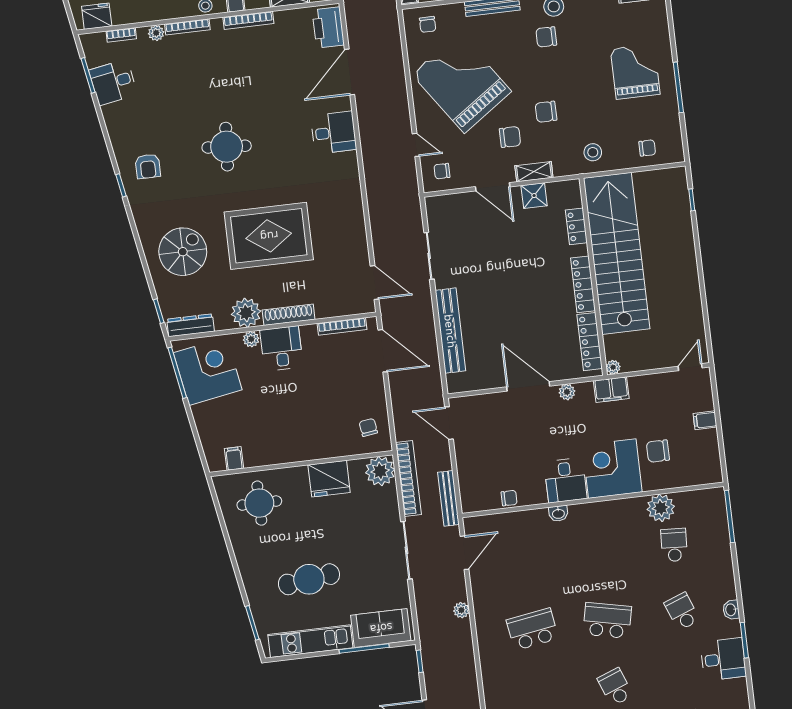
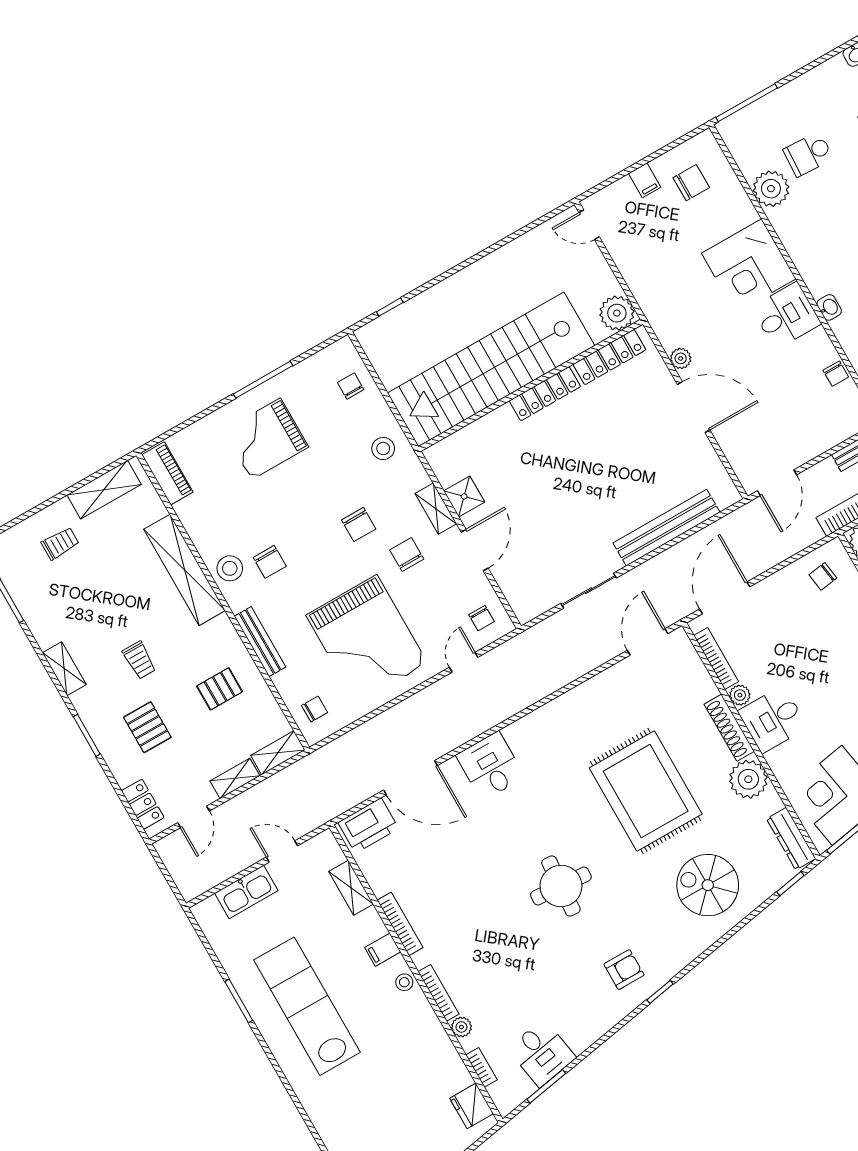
grand piano: (462, 83) -> (367, 639), turned -55
locker: (576, 226) -> (479, 431), removed
plant: (251, 339) -> (740, 695), moved
plant: (613, 367) -> (617, 313), width x1.88, depth x1.88
door: (528, 386) -> (694, 407), swing flipped
filing cabinet: (611, 390) -> (656, 307), removed
chair: (658, 451) -> (691, 183), moved, turned -90
chair: (509, 498) -> (836, 374), turned 180

